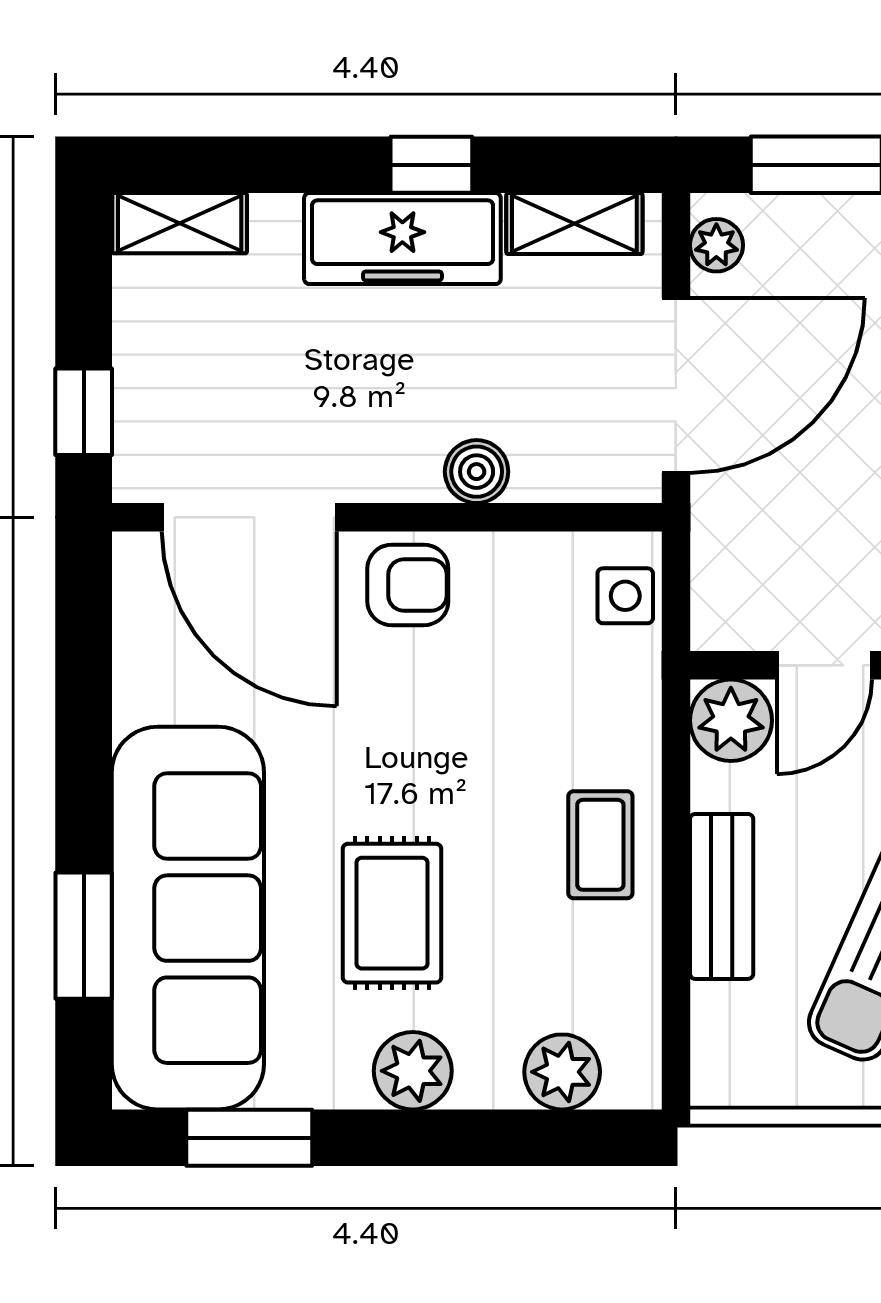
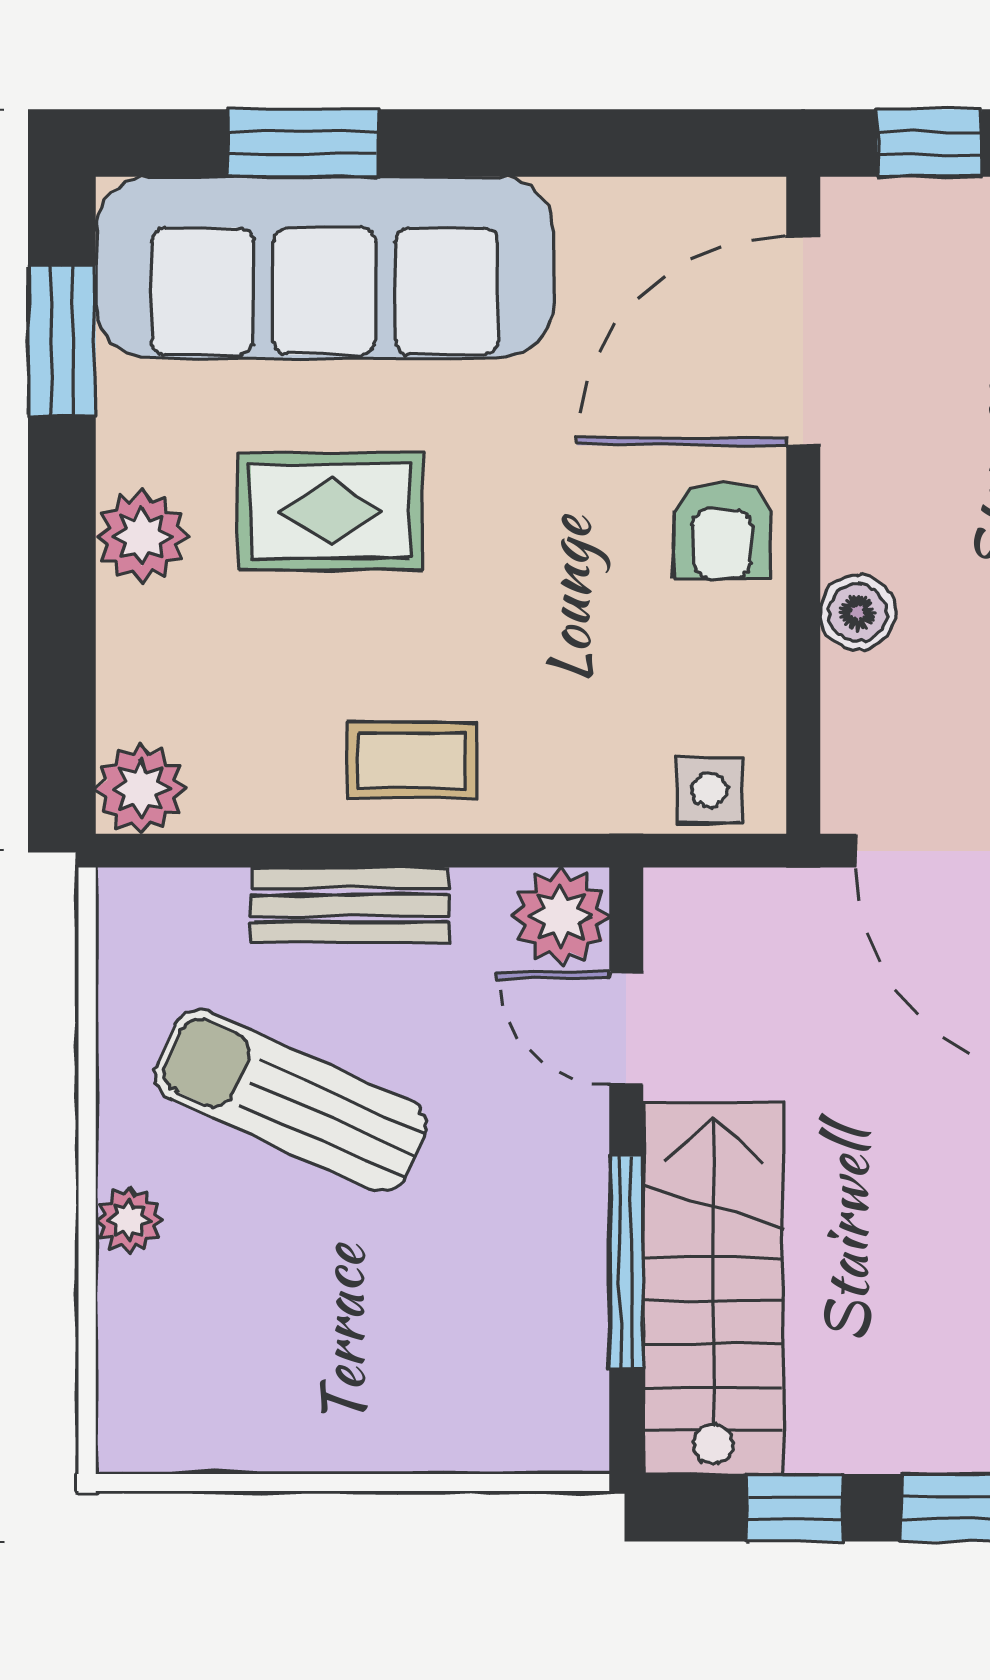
plant: (562, 1072) -> (141, 789), moved

